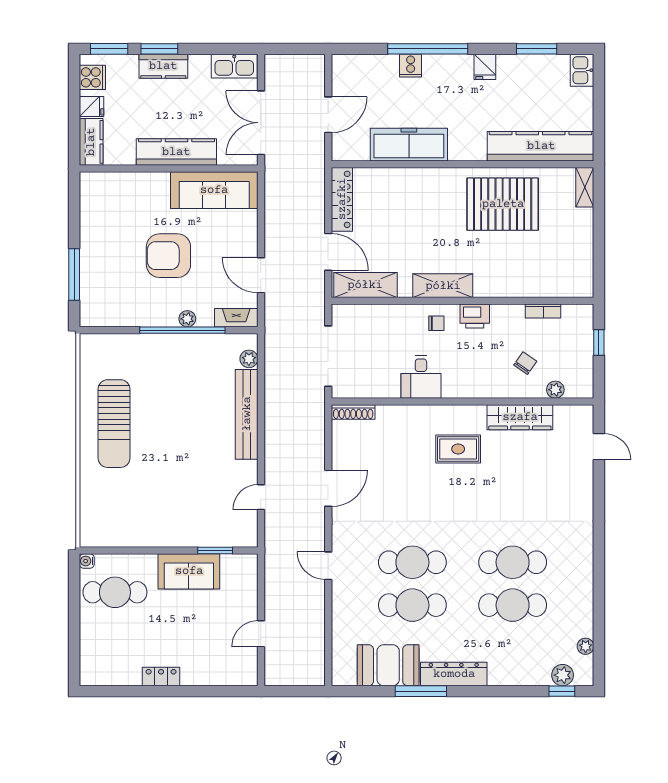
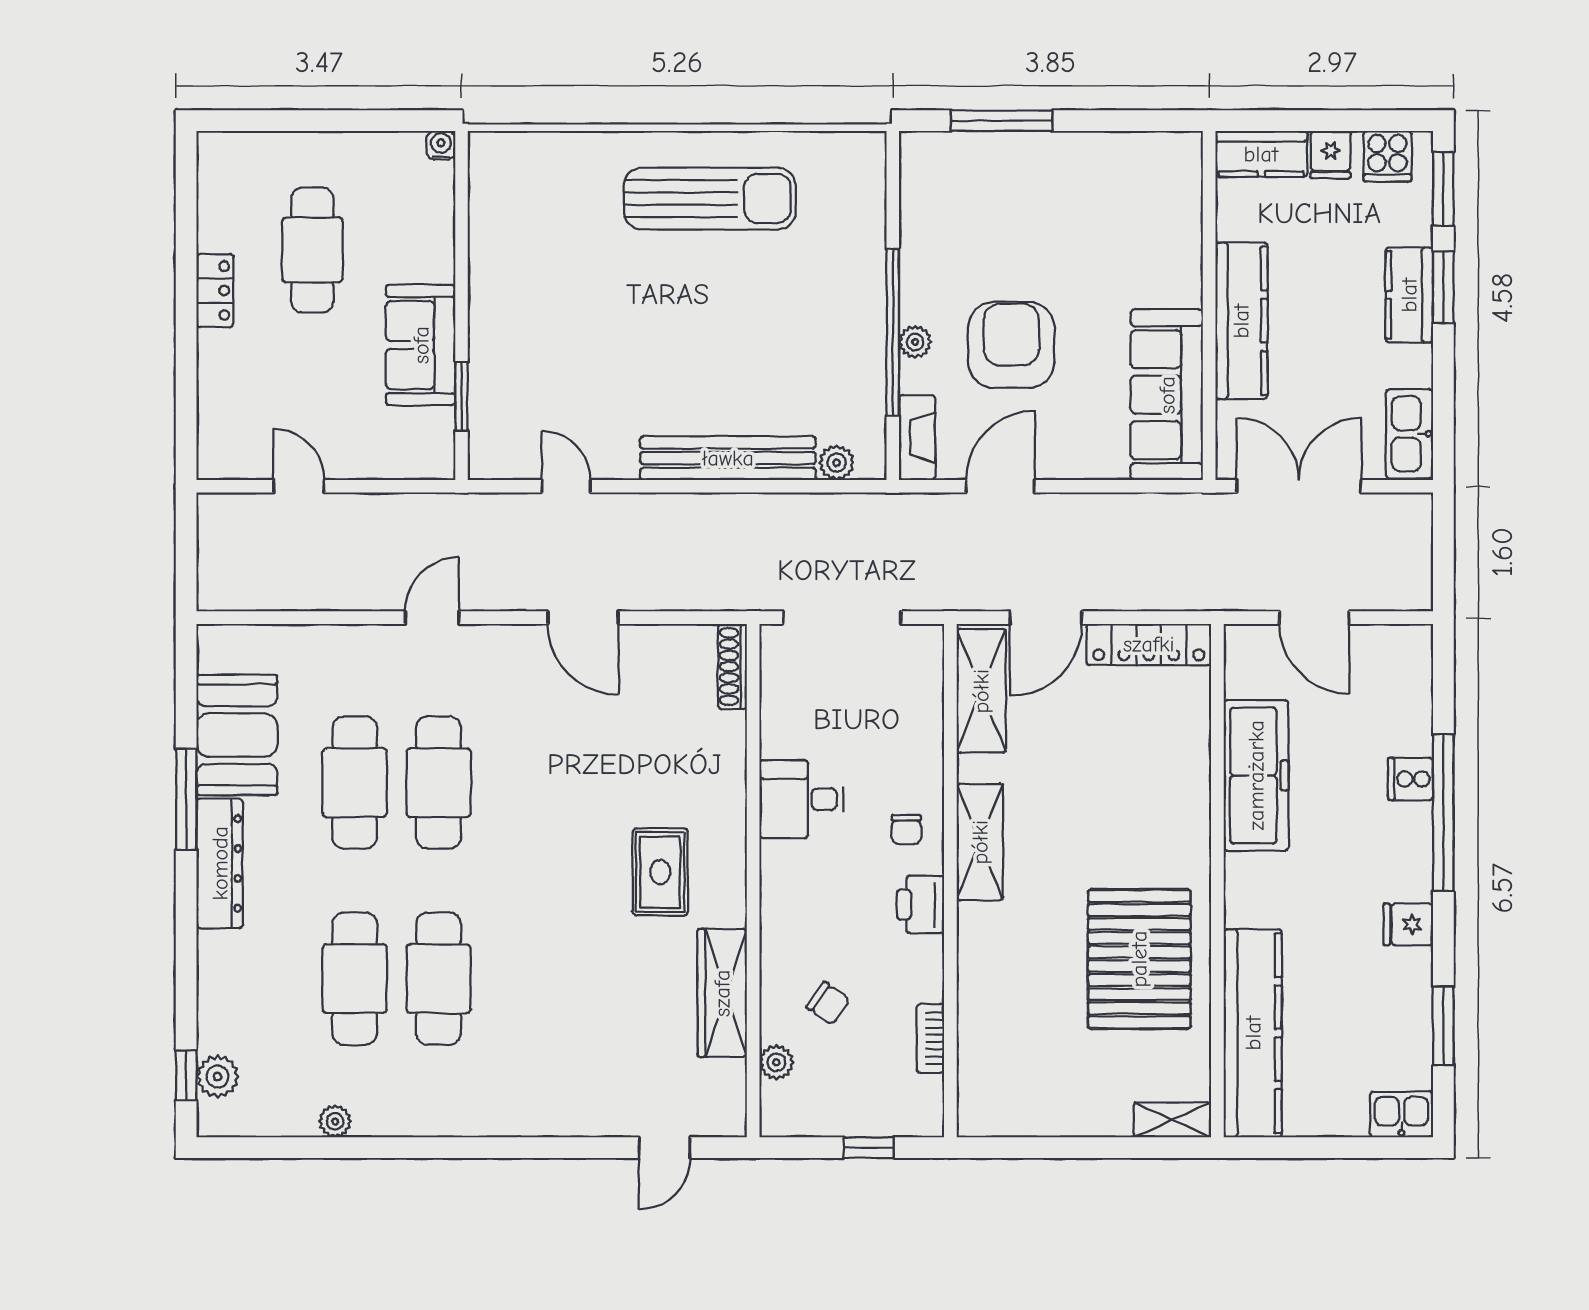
armchair: (168, 256) -> (1011, 345), moved
sun lounger: (114, 424) -> (710, 199), turned 180
cafe table: (115, 592) -> (312, 250), moved
plant: (586, 646) -> (335, 1121), moved

